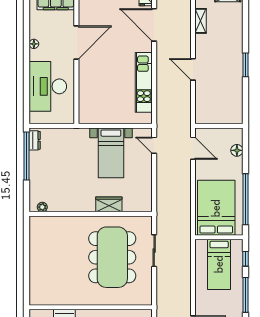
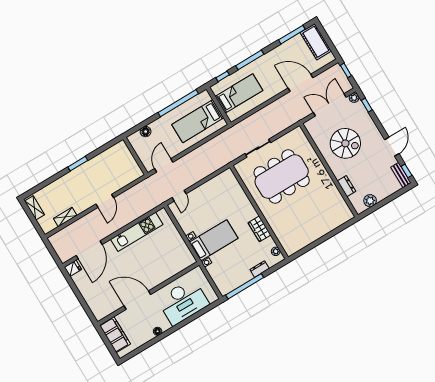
dresser: (35, 140) -> (260, 269), moved
bed with nightstands: (111, 153) -> (214, 240), moved
wardrobe: (109, 204) -> (259, 229), moved
bed: (216, 208) -> (198, 121), width x0.67

